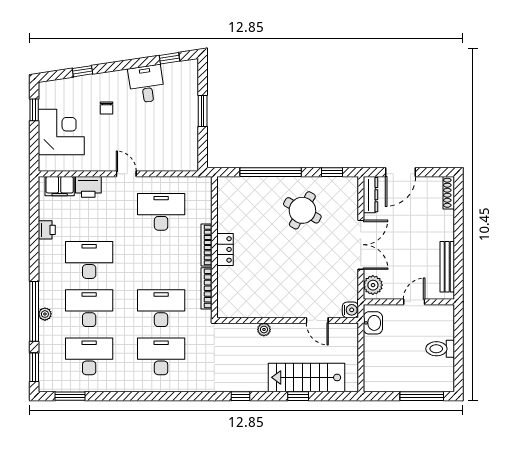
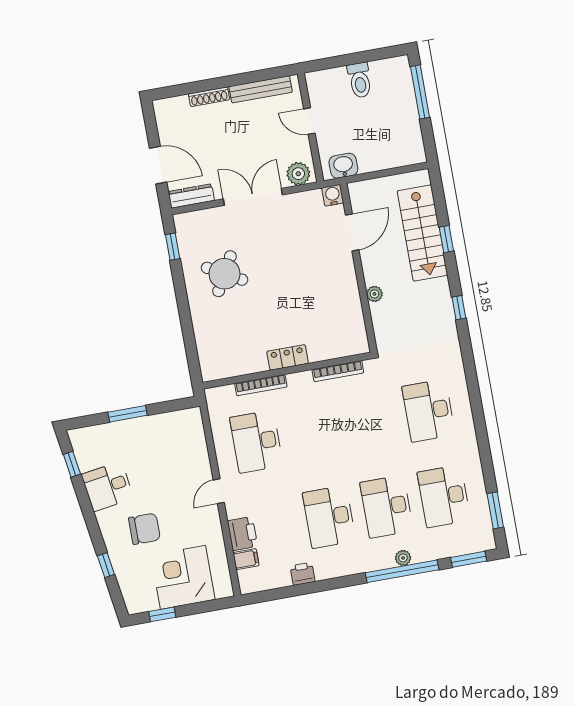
chair: (107, 108) -> (145, 529), width x1.87, depth x1.87
window: (271, 172) -> (186, 320), removed
filing cabinet: (60, 186) -> (246, 559), width x0.50
shoe rack: (449, 193) -> (209, 97), moved
bookcase: (206, 245) -> (261, 385), moved
desk: (161, 308) -> (371, 421), removed
door: (317, 320) -> (352, 232), width x1.38

